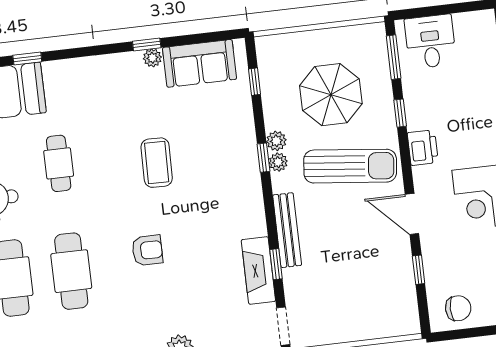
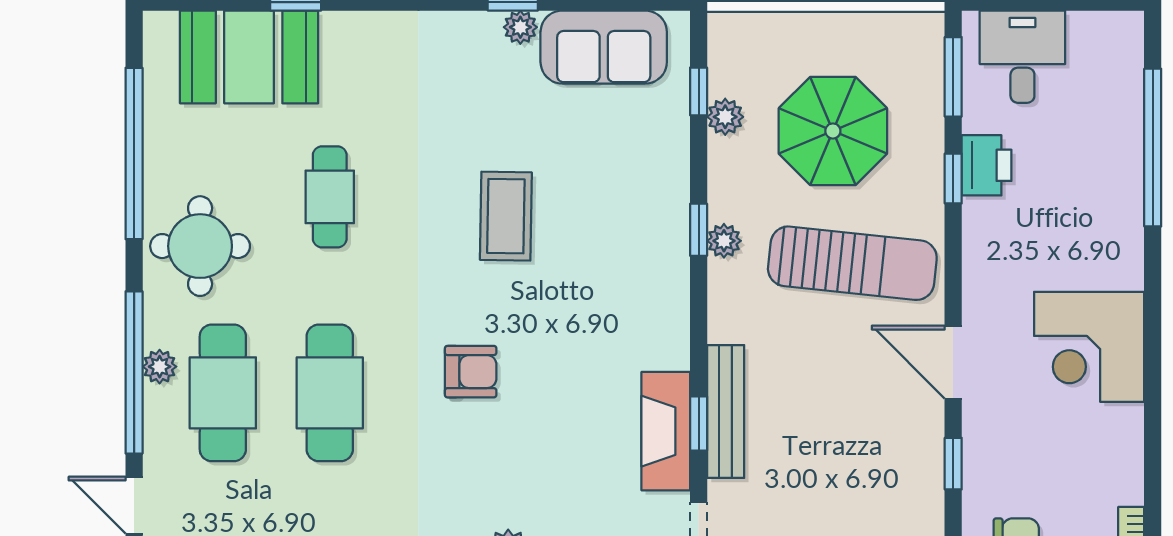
plant: (276, 141) -> (725, 117), moved
printer: (423, 148) -> (987, 165), moved
bench: (287, 230) -> (726, 412), moved

